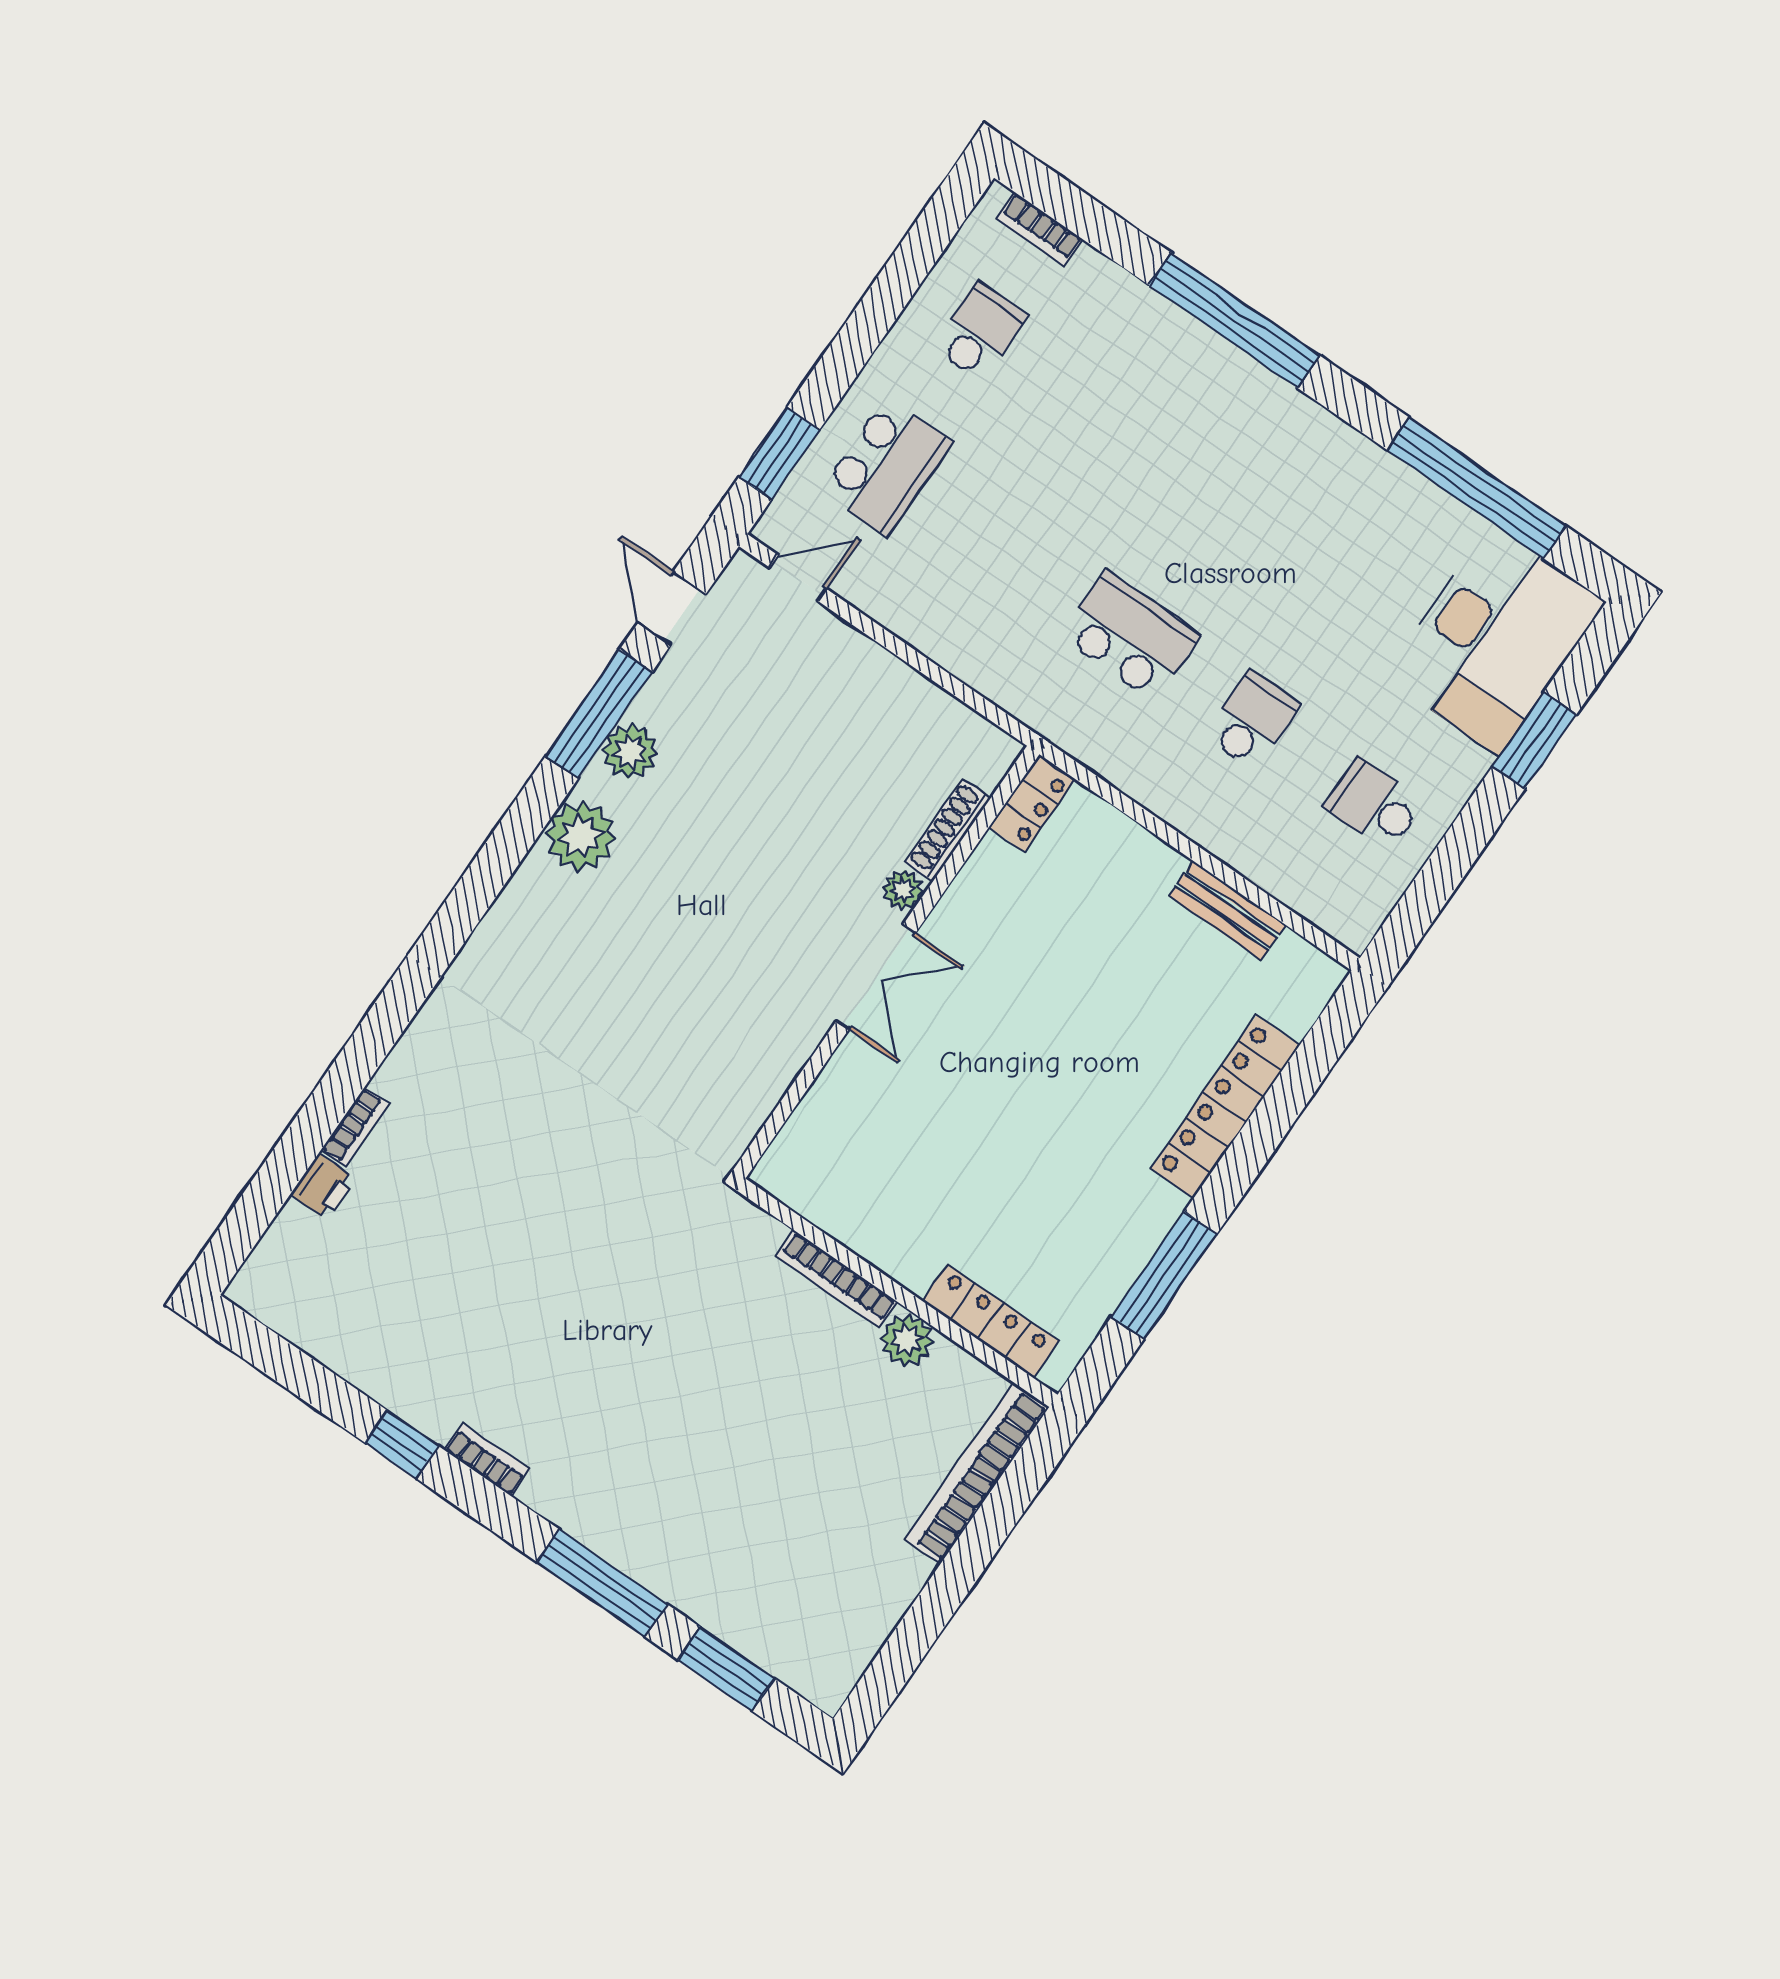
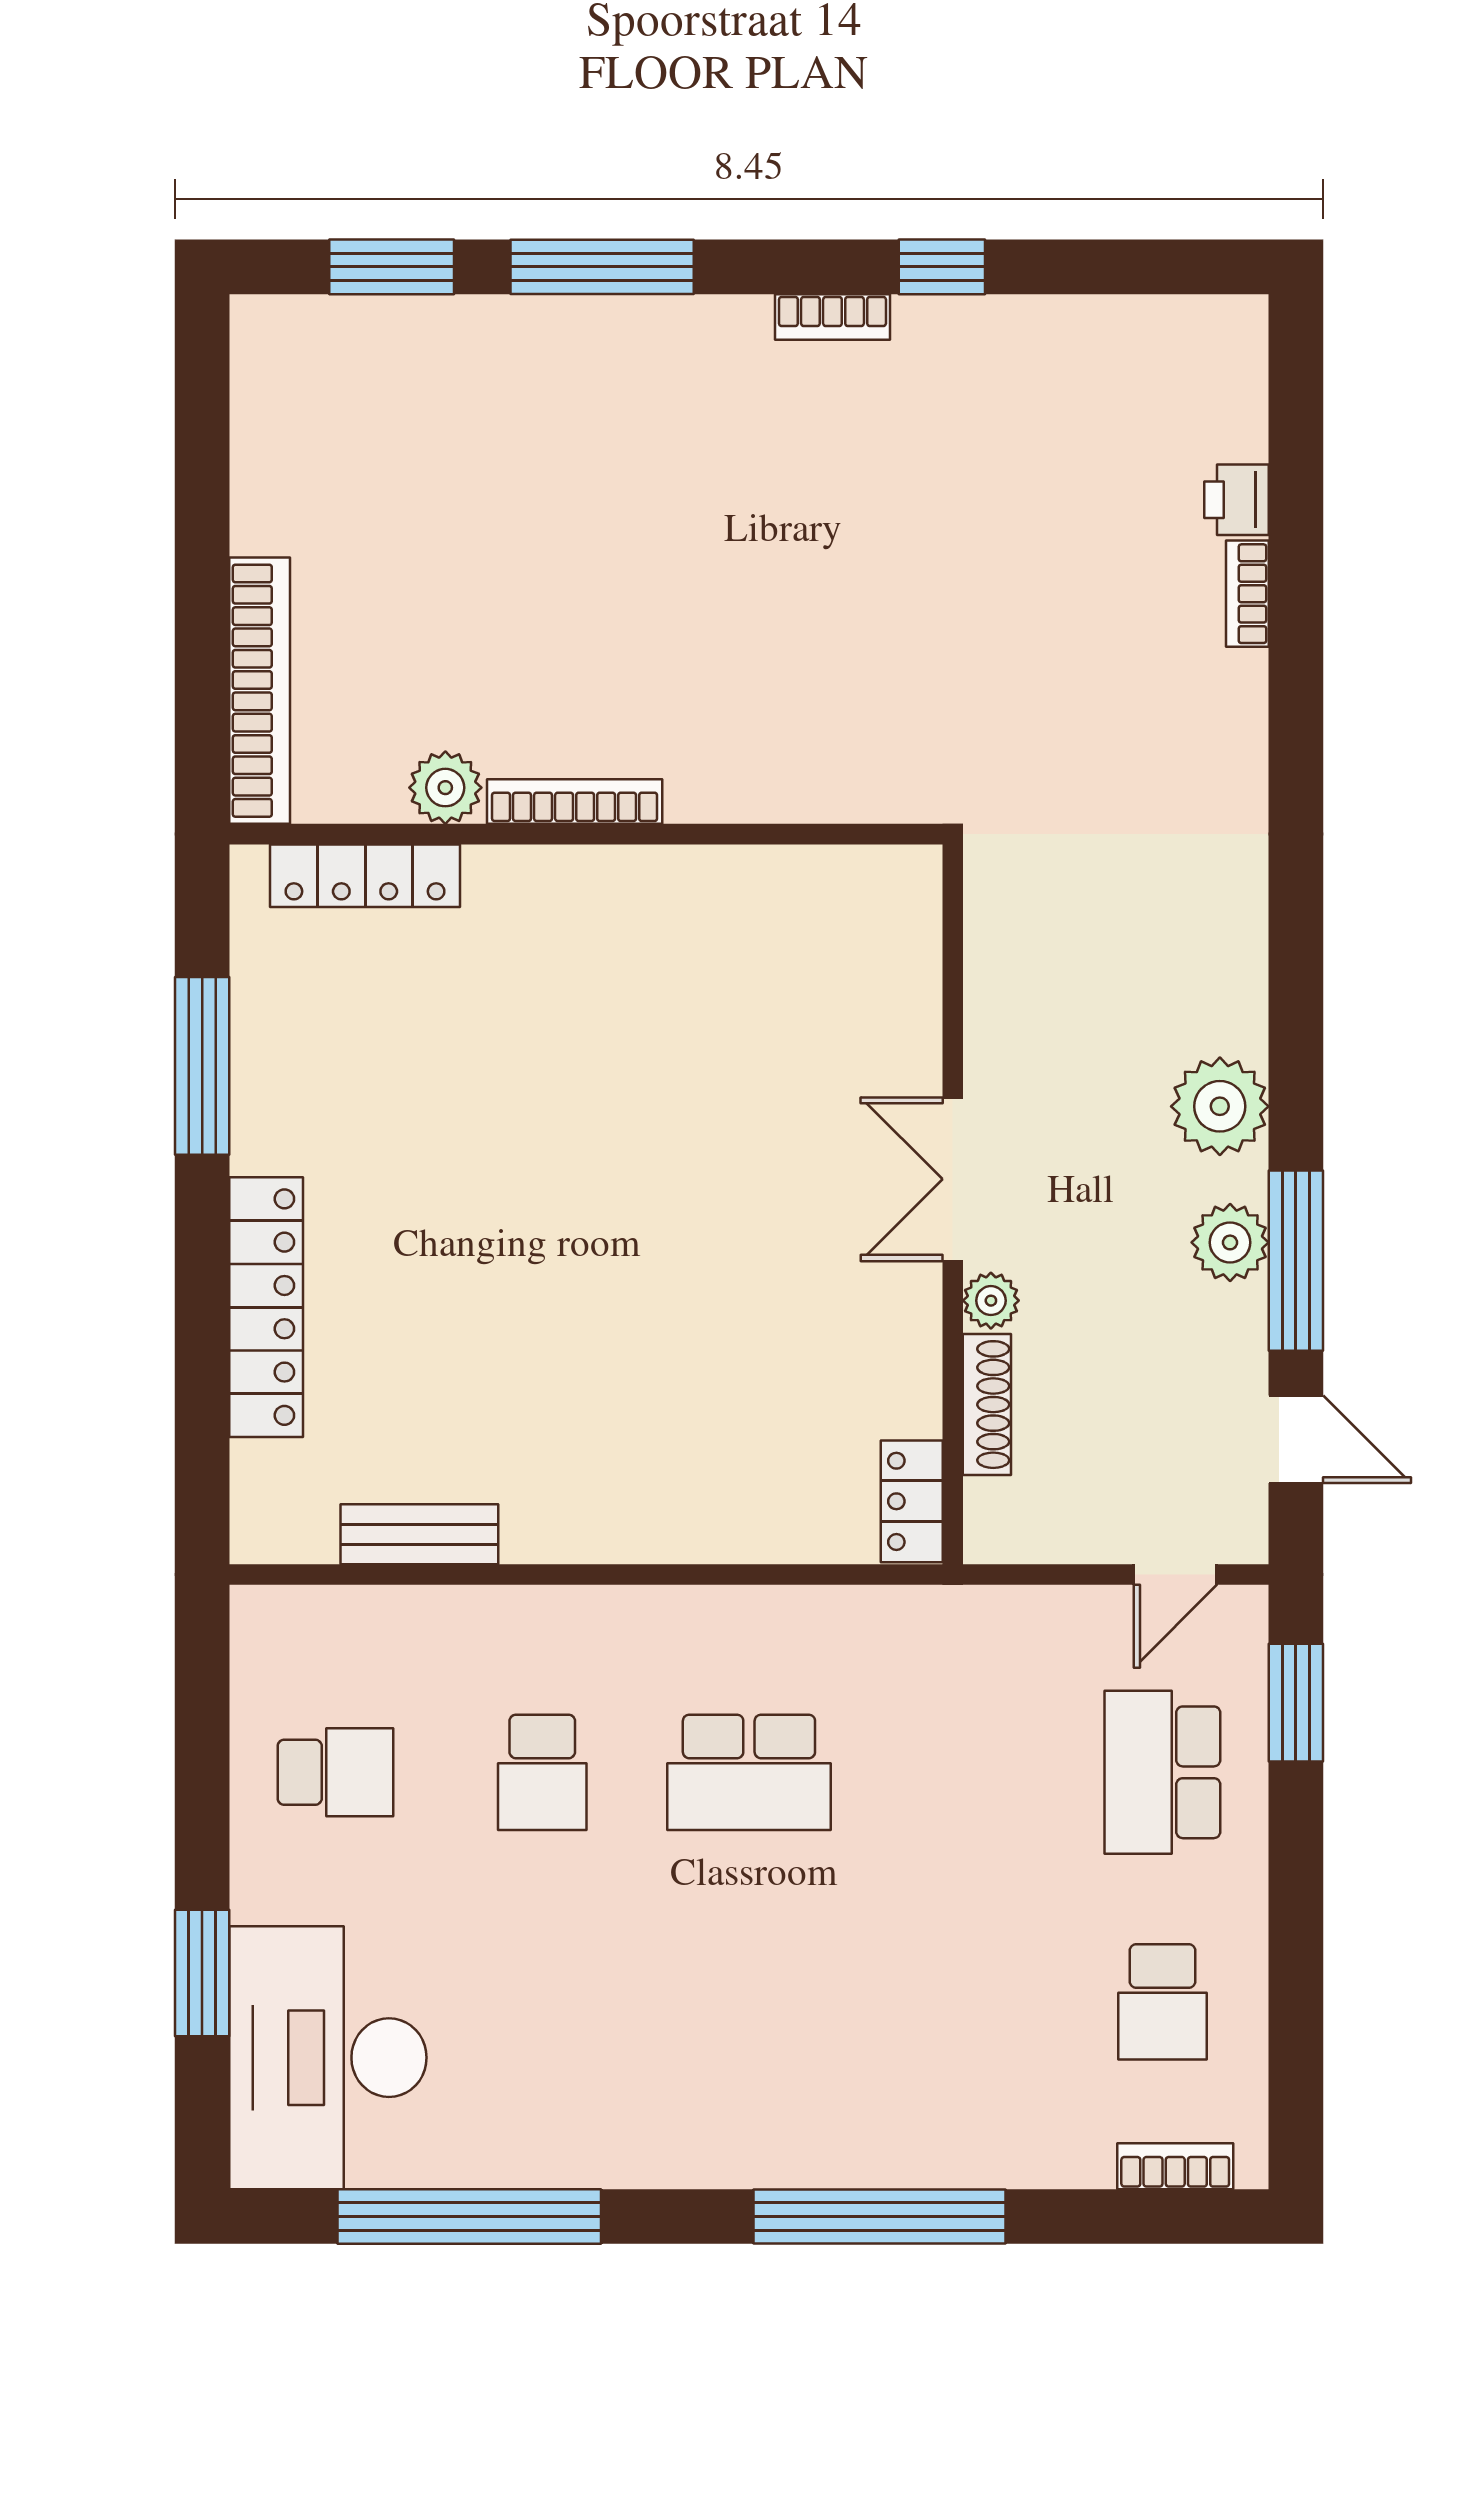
locker: (1032, 804) -> (912, 1501), moved
shoe rack: (948, 830) -> (987, 1405), moved
plant: (903, 890) -> (991, 1301), moved
wall: (886, 962) -> (953, 1204), moved
double door: (876, 977) -> (953, 1179), moved

